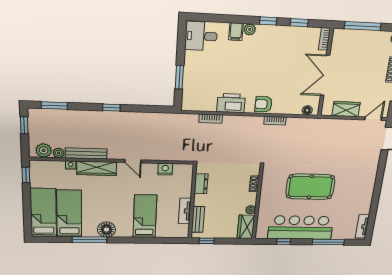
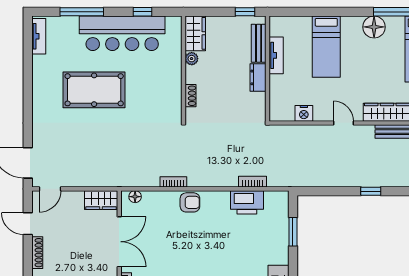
printer: (231, 103) -> (247, 202), moved
wardrobe: (346, 109) -> (101, 200), moved
dresser: (201, 184) -> (258, 77), moved
pool table: (310, 187) -> (94, 90), moved

